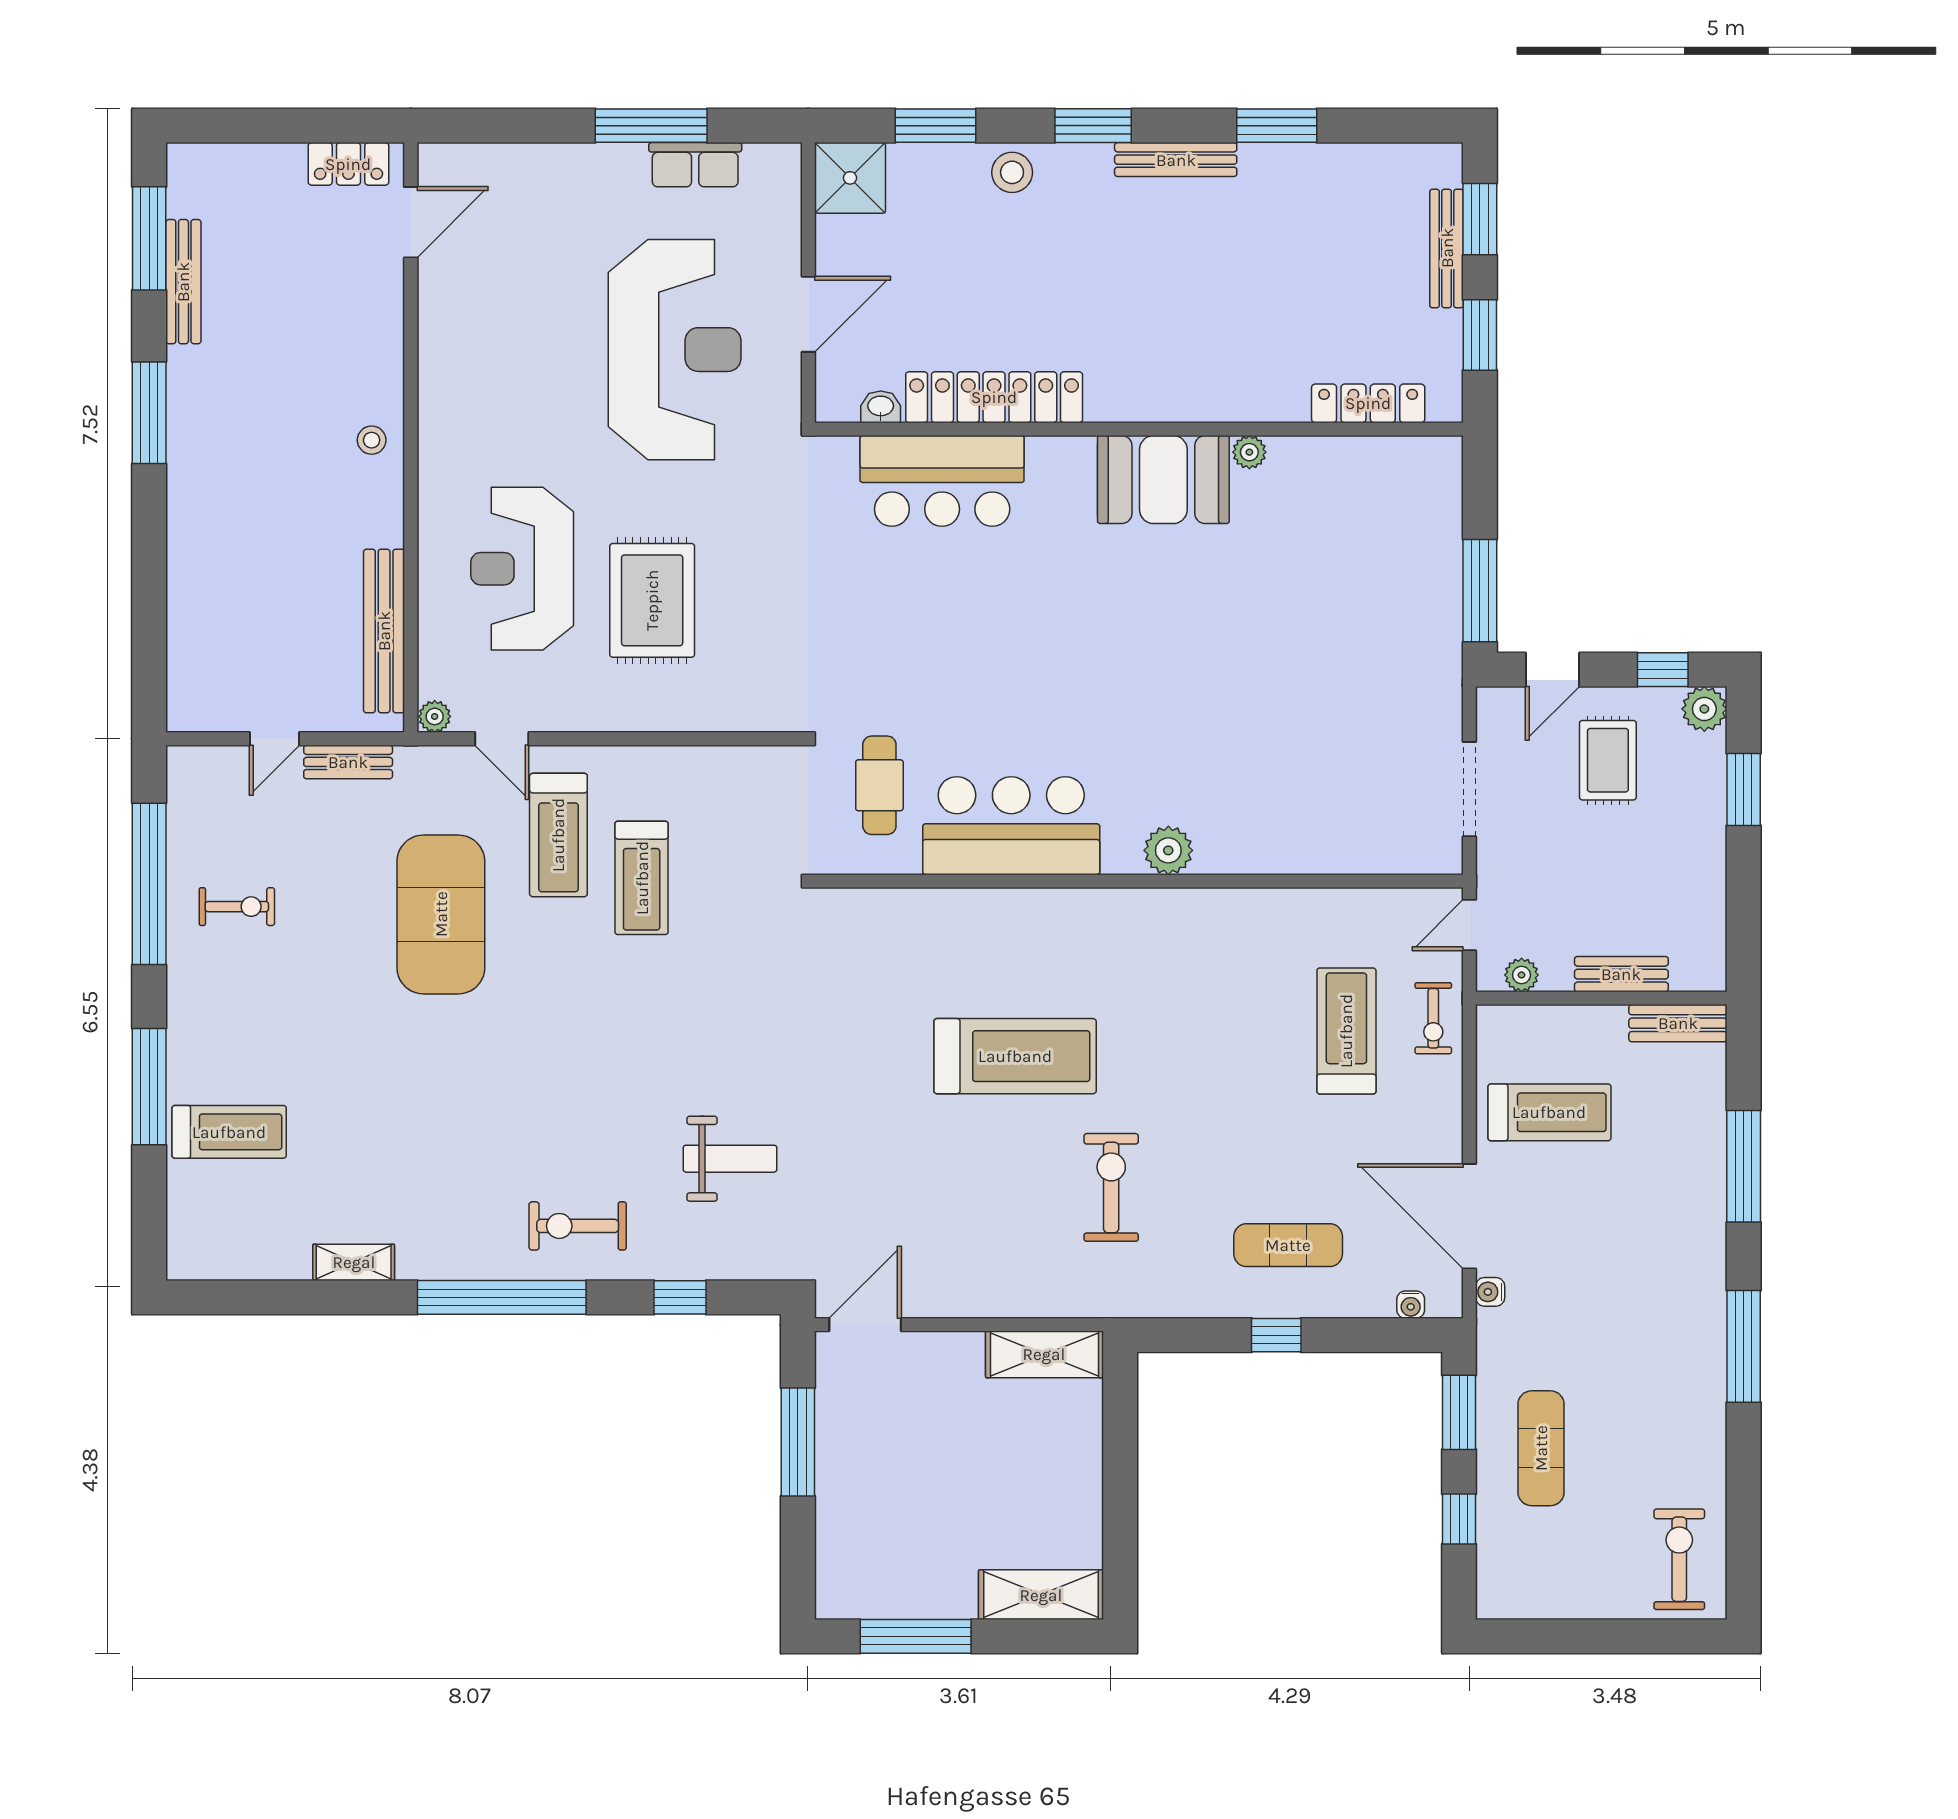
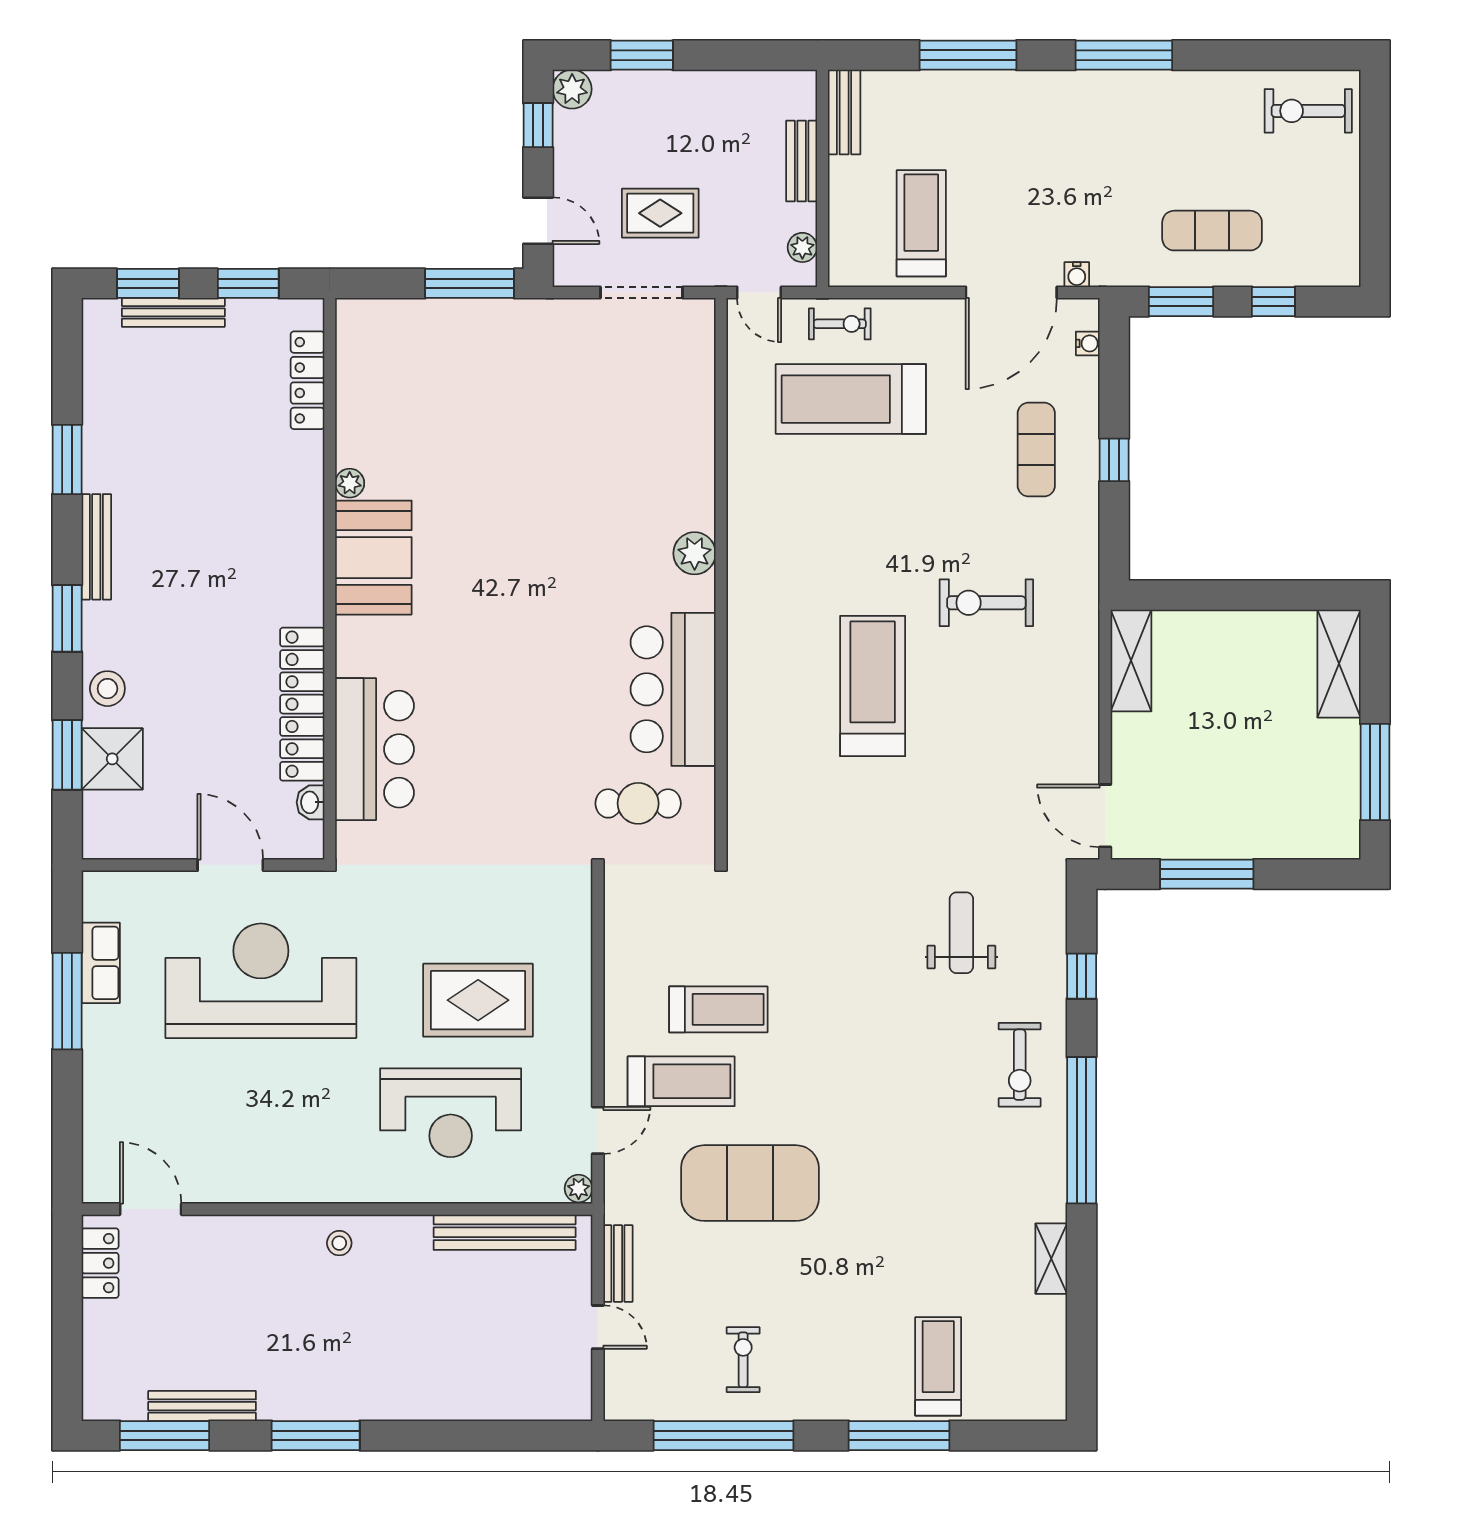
shower: (850, 178) -> (112, 759), moved
rug: (1608, 760) -> (660, 213), moved
treadmill: (1346, 1031) -> (851, 399), width x1.37, depth x1.38

